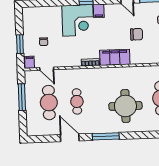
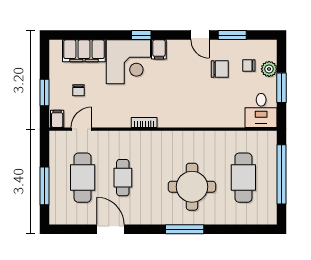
chair: (137, 34) -> (220, 69), moved
filing cabinet: (115, 57) -> (84, 51), moved, turned 180
door: (47, 69) -> (81, 129), swing flipped
window: (22, 97) -> (44, 186), moved
window: (106, 136) -> (185, 229), moved

